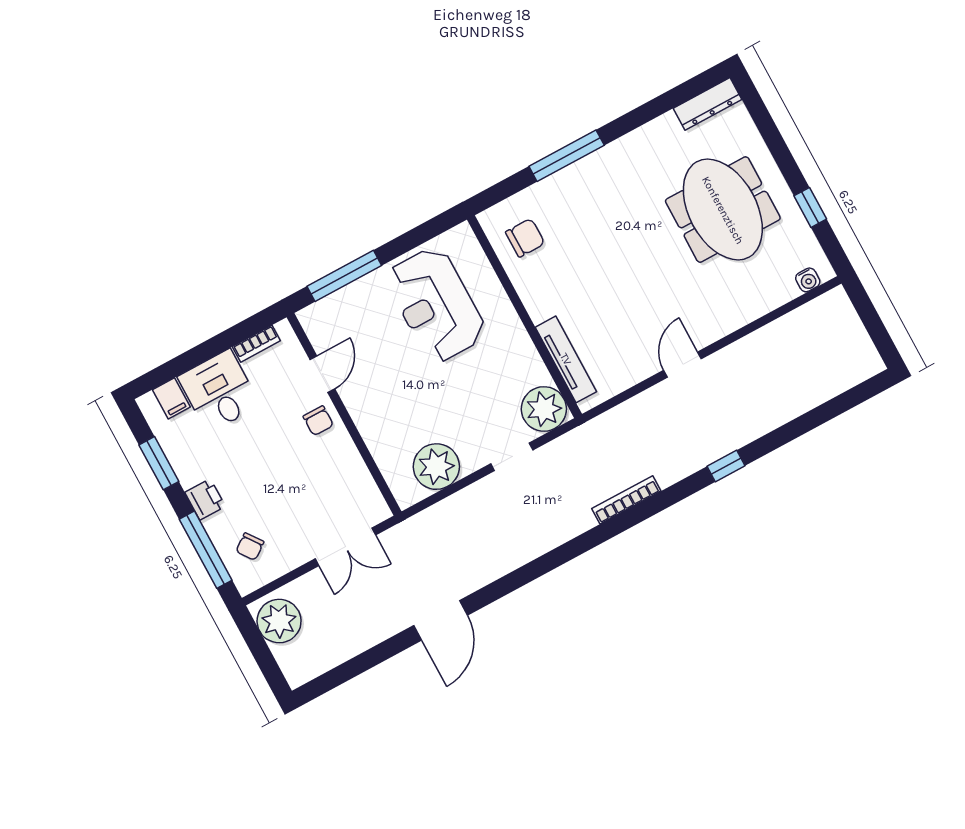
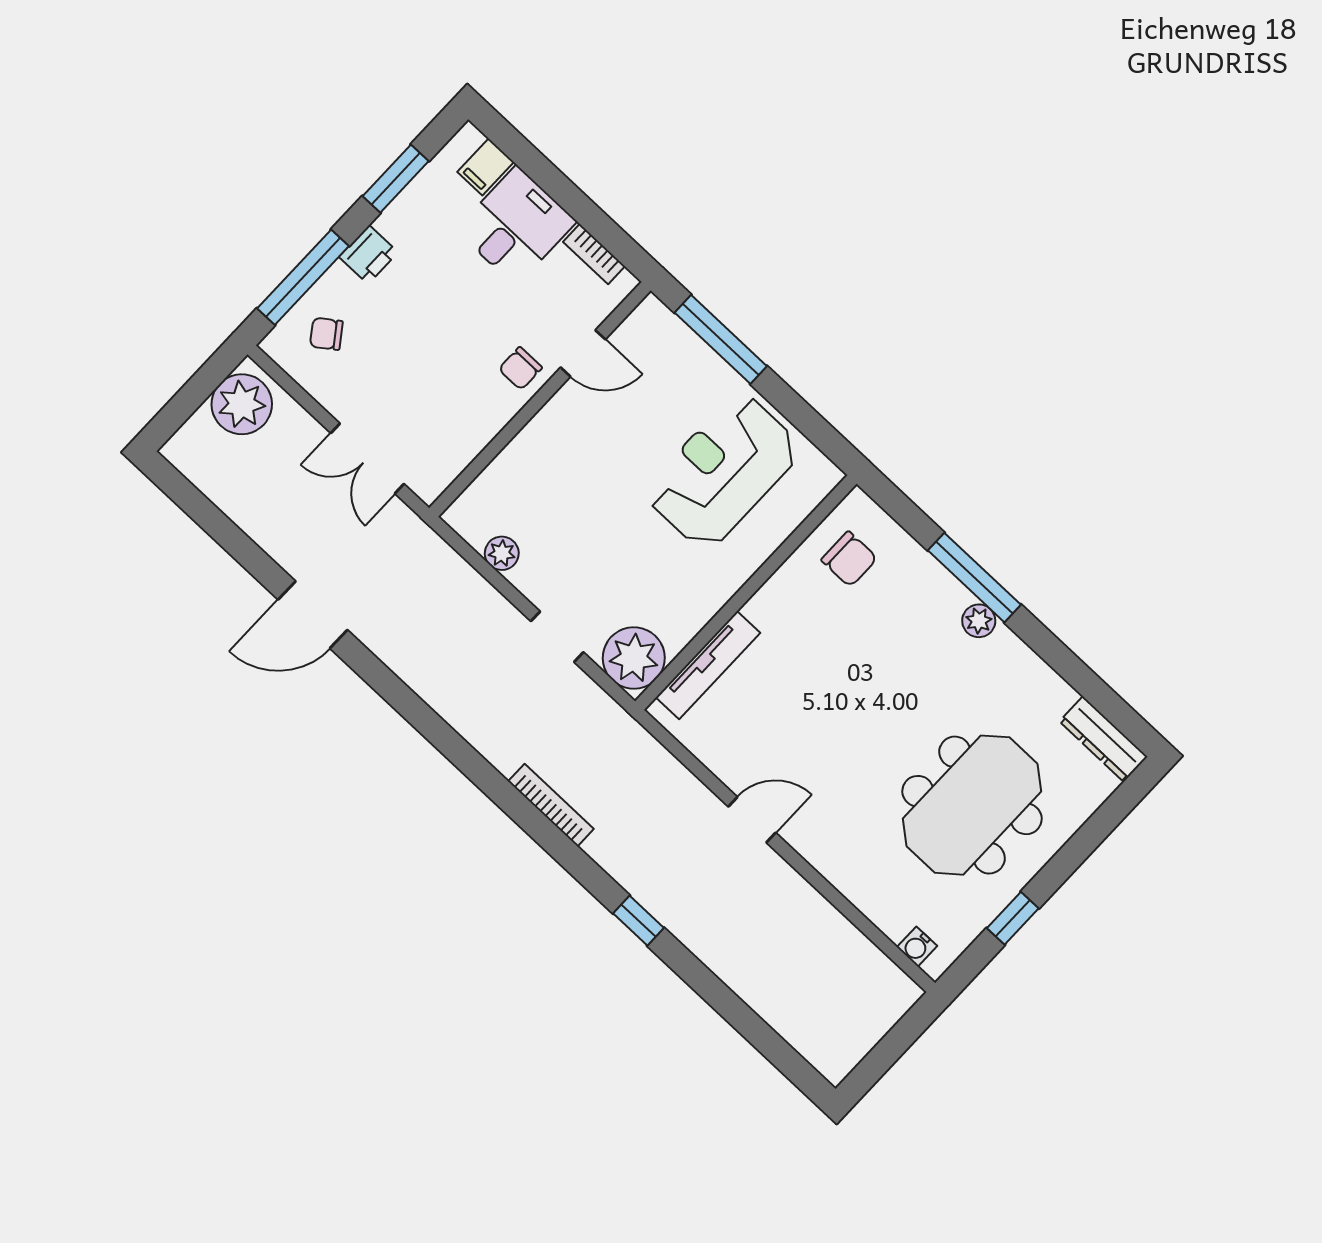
plant: (597, 163) -> (979, 621), added
plant: (436, 467) -> (502, 553), width x0.53, depth x0.53

